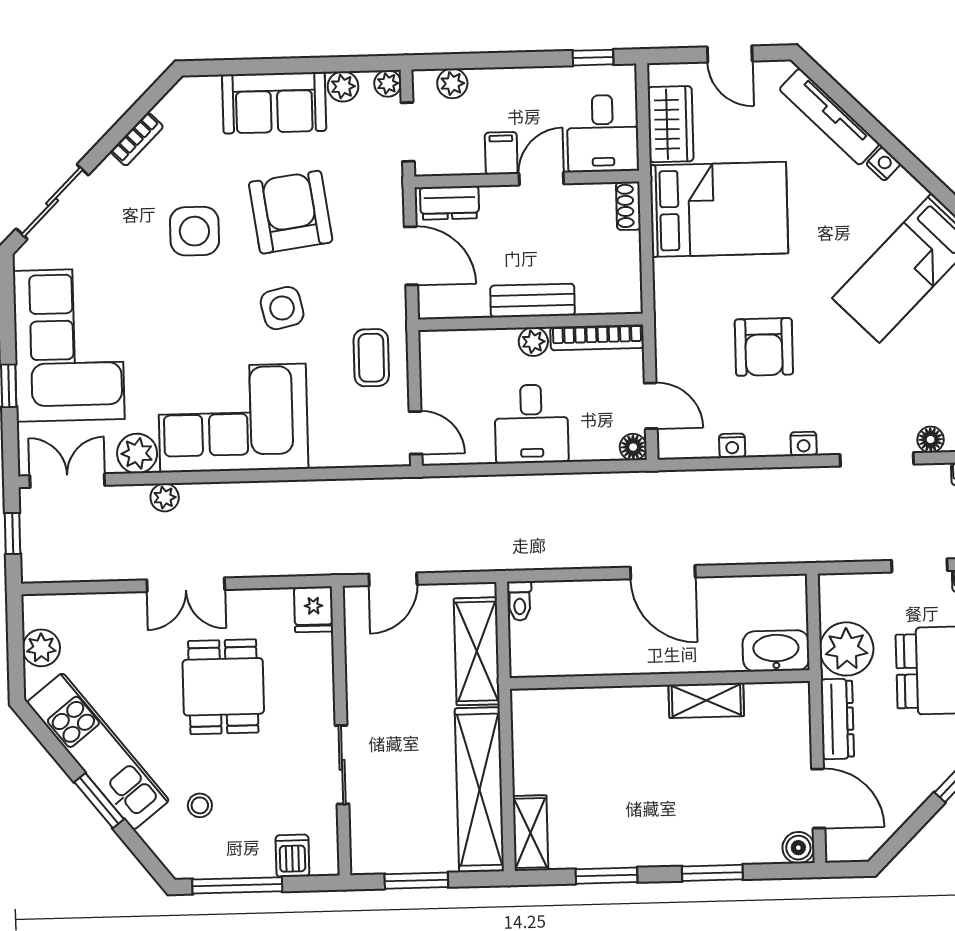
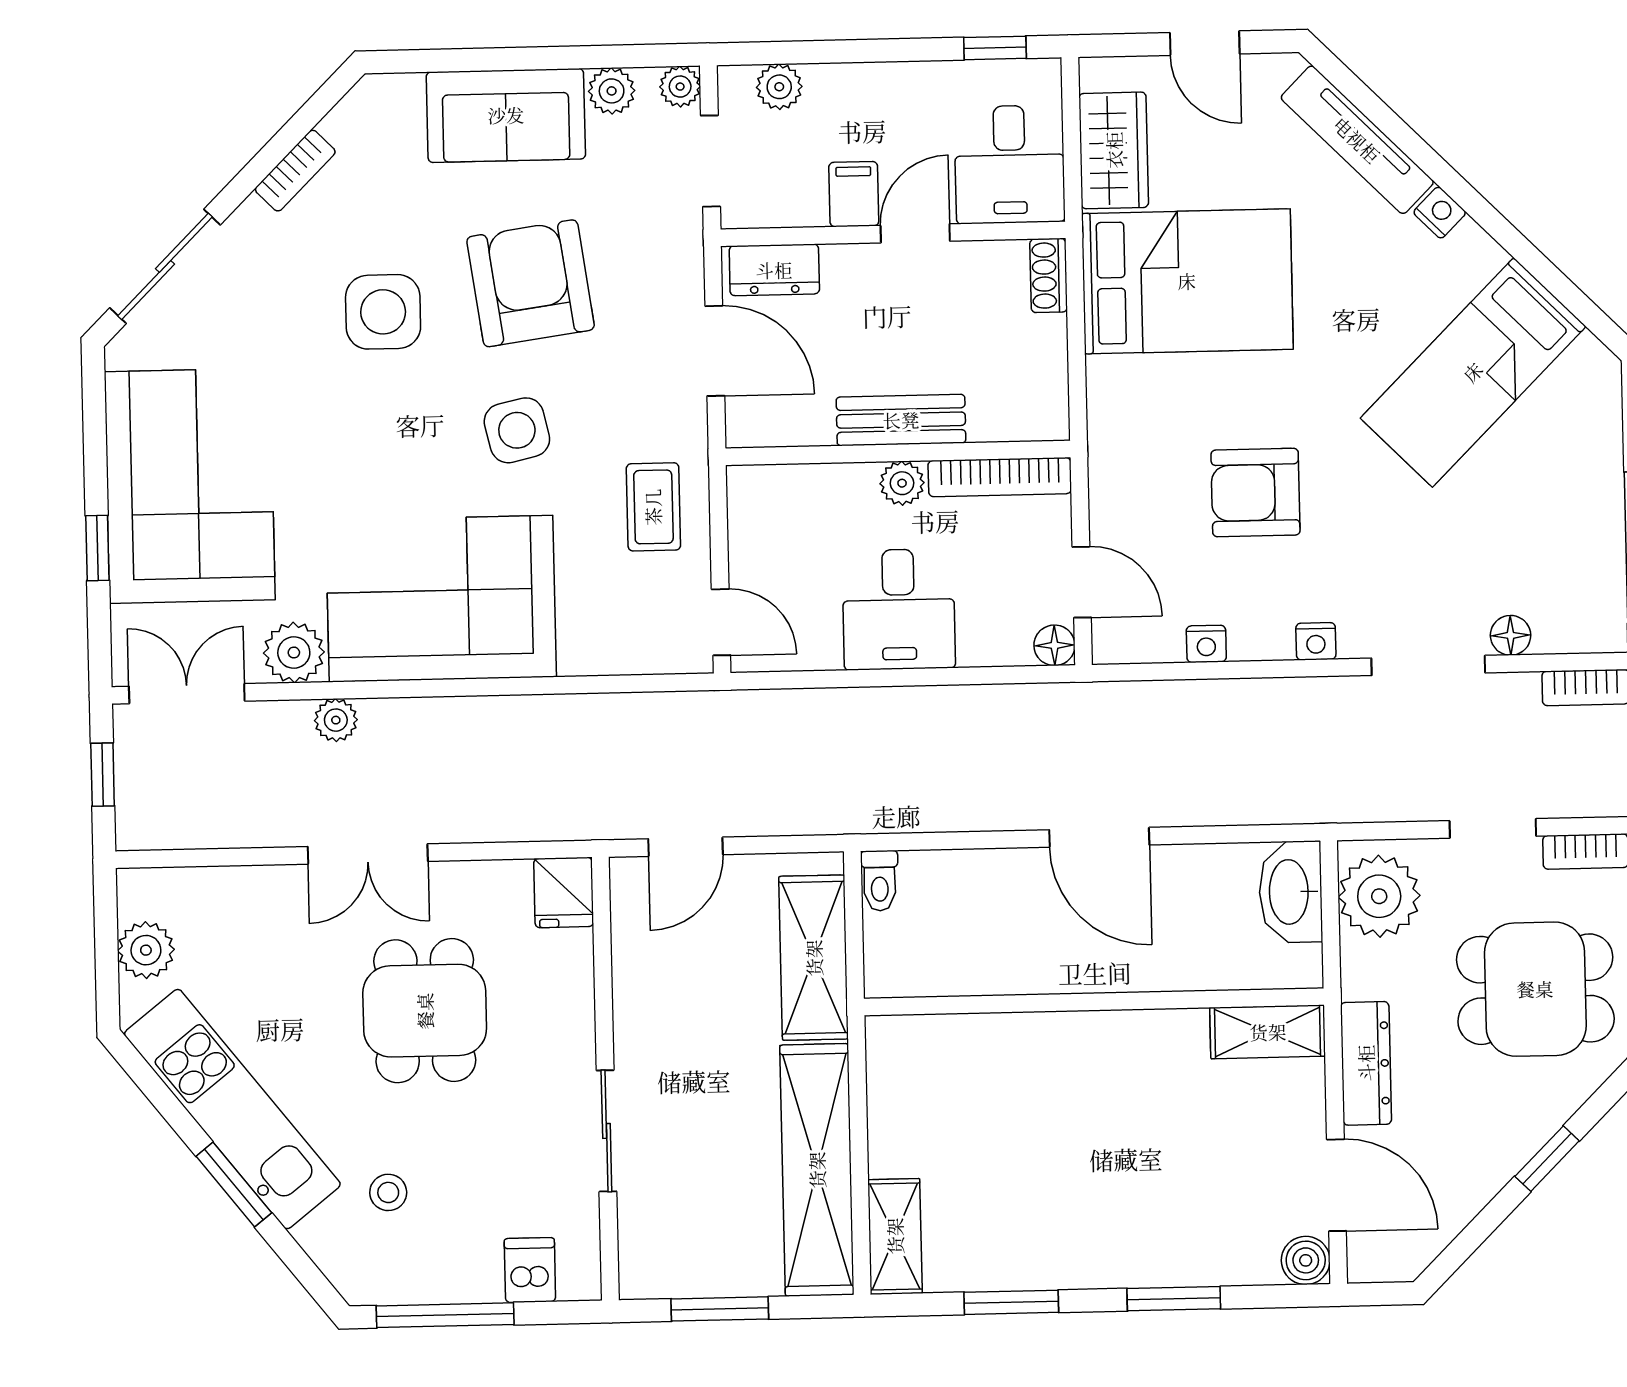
armchair: (764, 347) -> (1255, 493), turned 90
plant: (846, 649) -> (1379, 896), moved
washbasin: (776, 651) -> (1291, 892), moved, turned -90
shelving: (706, 700) -> (1268, 1032), moved

